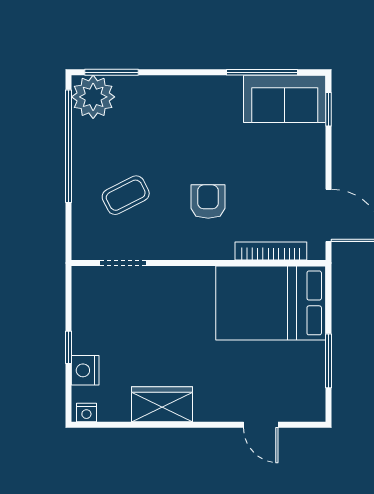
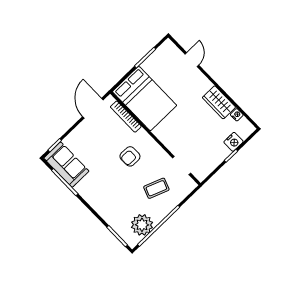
plant: (93, 97) -> (142, 225), moved
coffee table: (126, 195) -> (156, 188), turned -42
nightstand: (86, 413) -> (237, 115), moved

